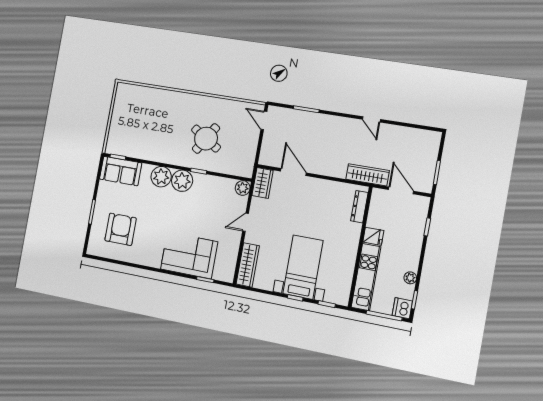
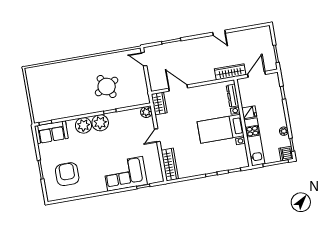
round table: (206, 139) -> (107, 87), turned 30
door: (401, 190) -> (257, 74), hinge flipped
bed with nightstands: (303, 267) -> (221, 129), moved, turned -90

